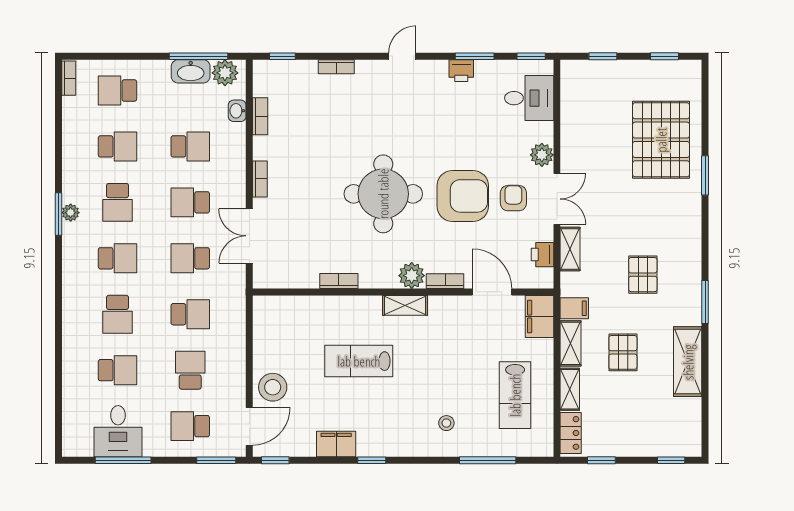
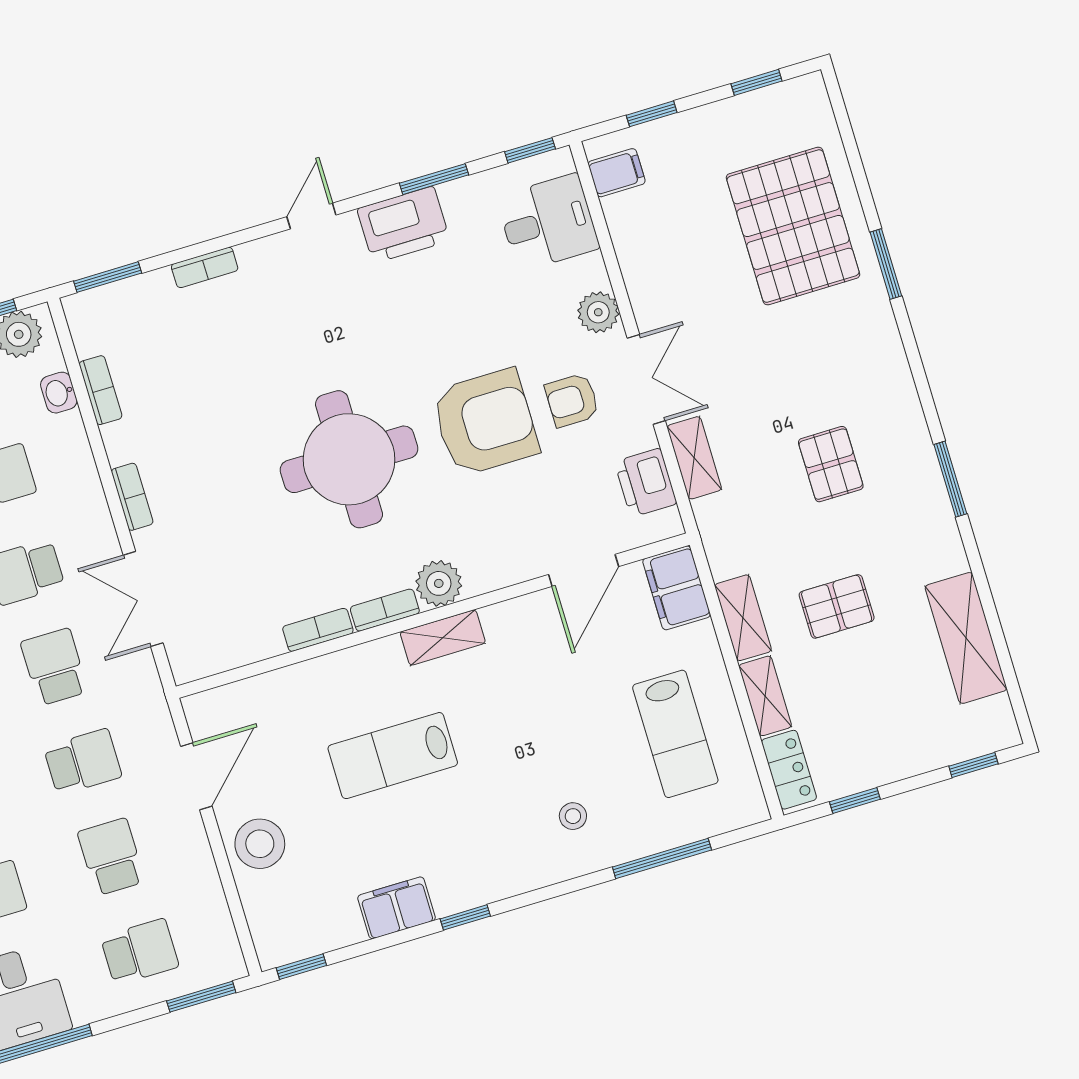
window: (282, 56) -> (108, 277), width x1.50
printer: (461, 71) -> (403, 225), width x1.87, depth x1.48
armchair: (513, 198) -> (572, 400), turned -90
printer: (542, 255) -> (646, 483), width x1.36, depth x1.24
school desk: (190, 258) -> (54, 667), turned 90
bookcase: (445, 281) -> (385, 610), moved
door: (492, 292) -> (584, 570), swing flipped
filing cabinet: (574, 308) -> (617, 173), moved
pallet: (623, 352) -> (837, 606), turned 90
shelving: (688, 362) -> (966, 638), moved
school desk: (190, 426) -> (140, 952), turned 180
door: (249, 426) -> (196, 776), moved

